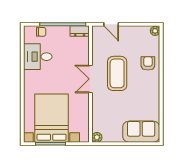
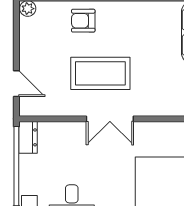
door: (111, 24) -> (16, 84), hinge flipped

